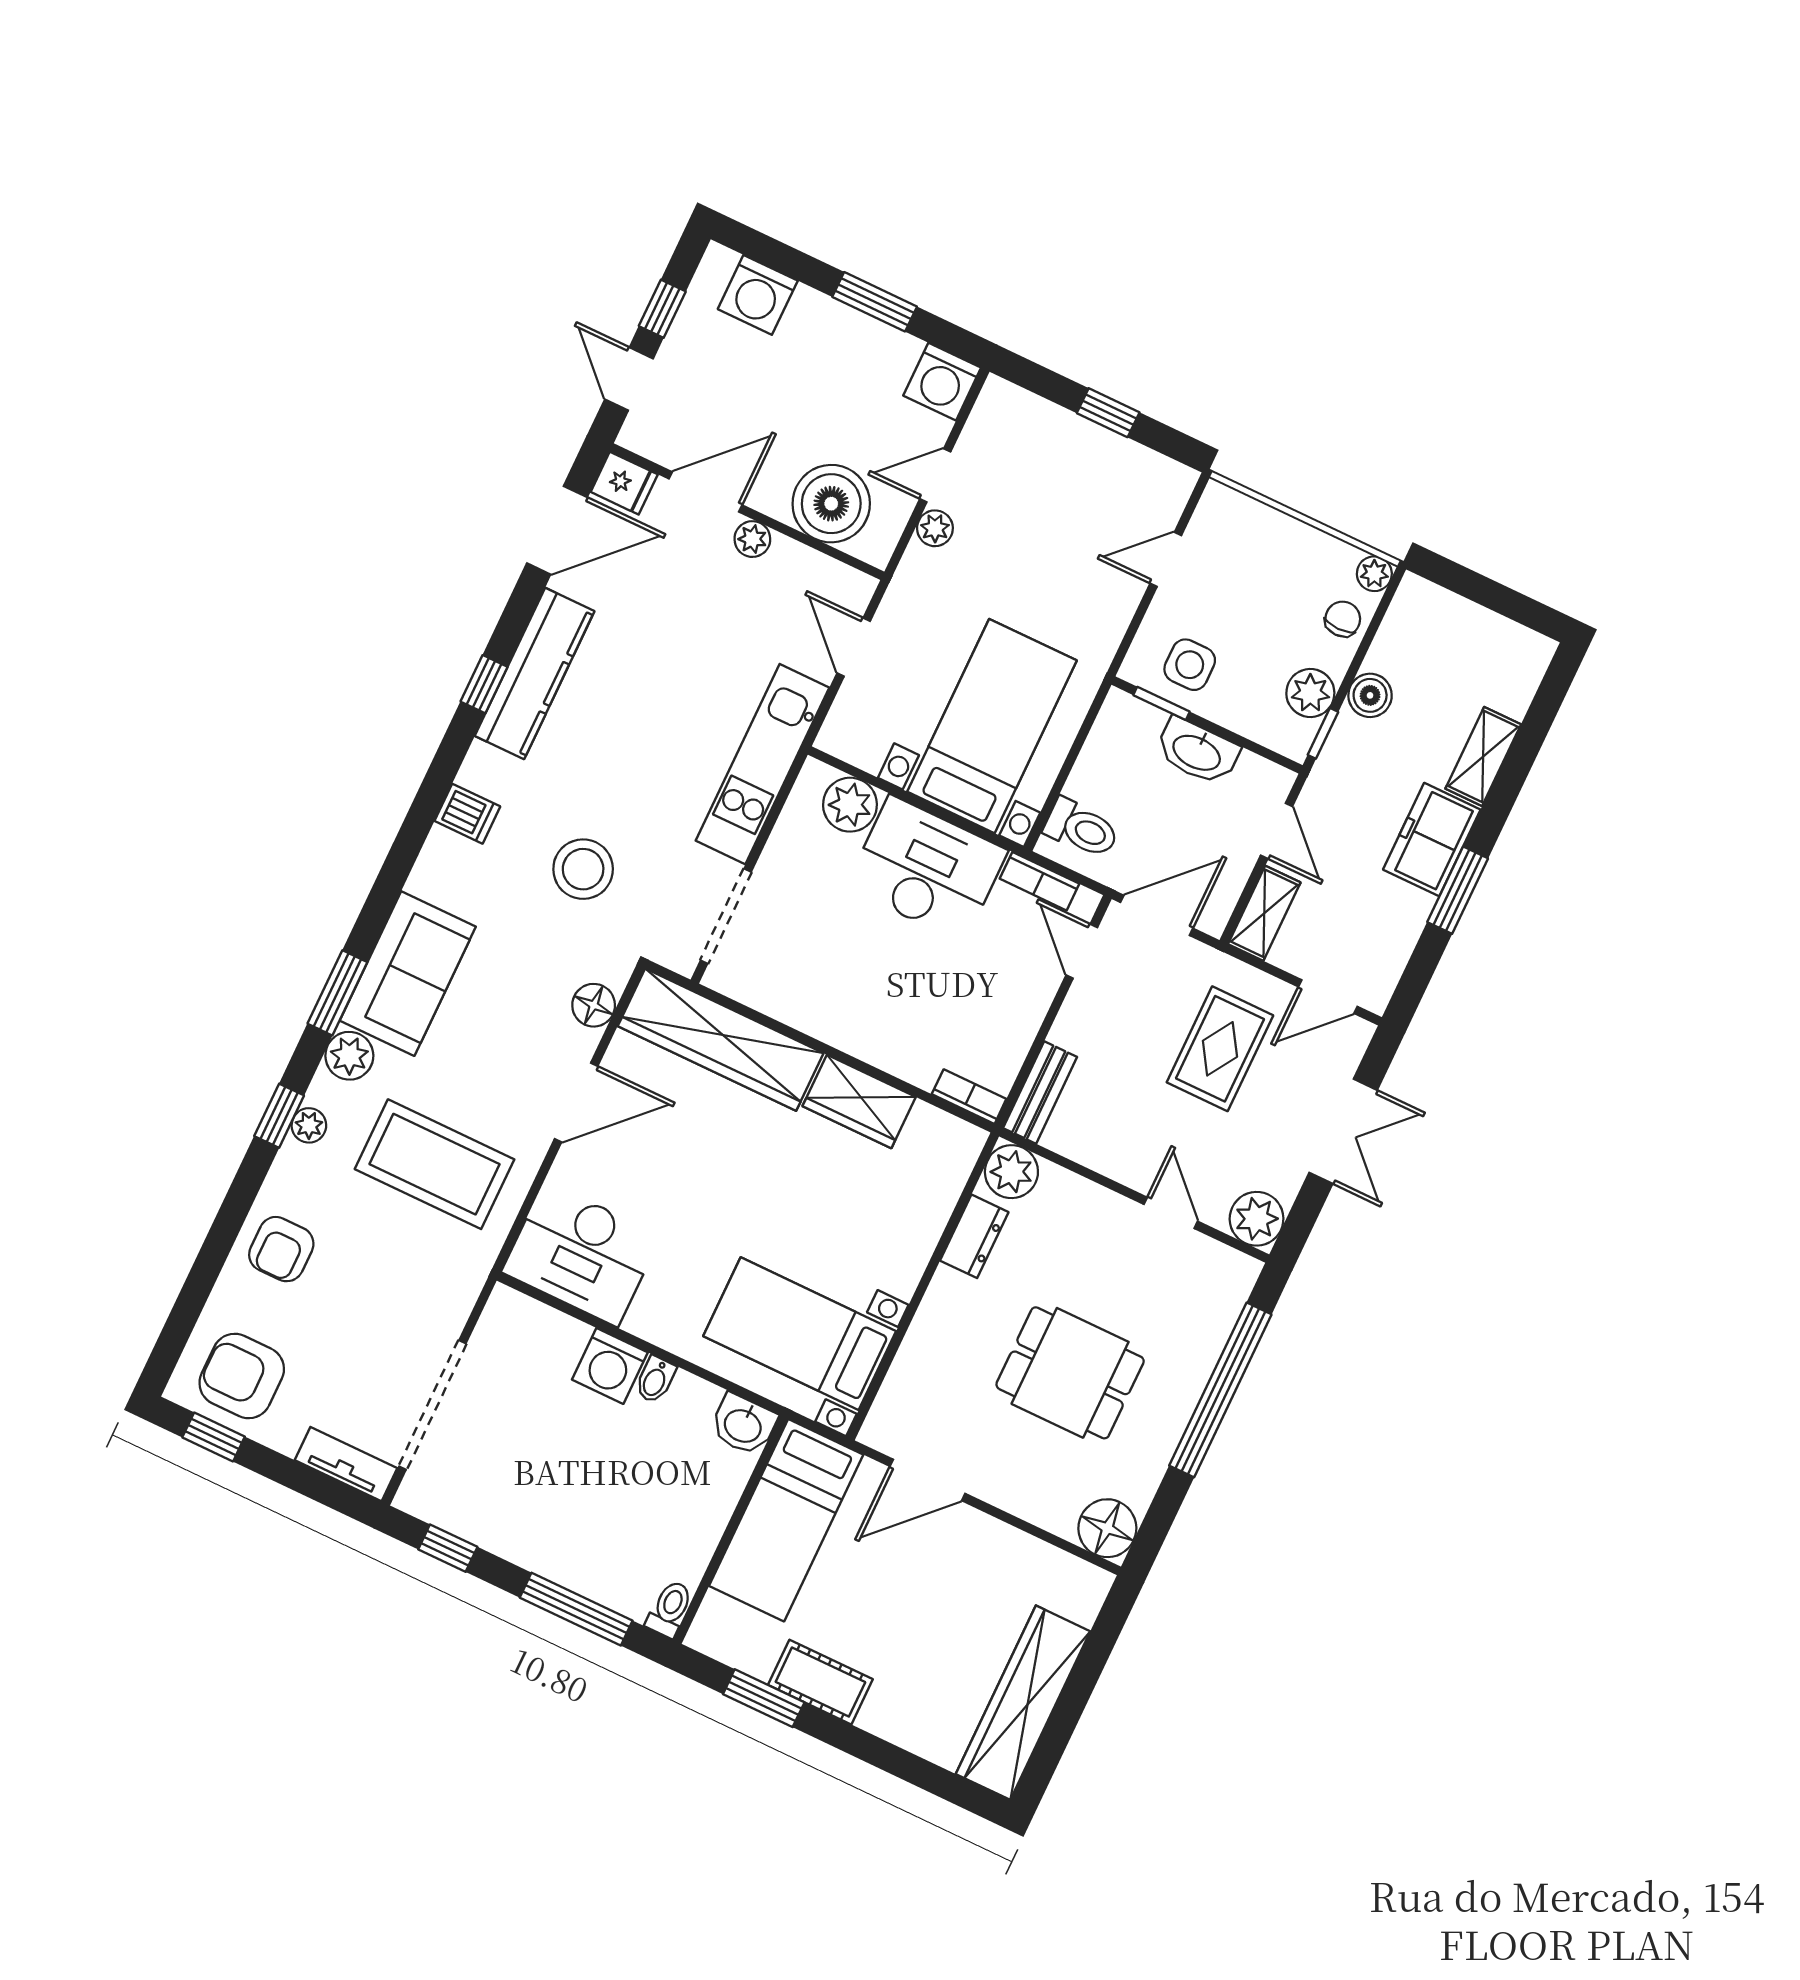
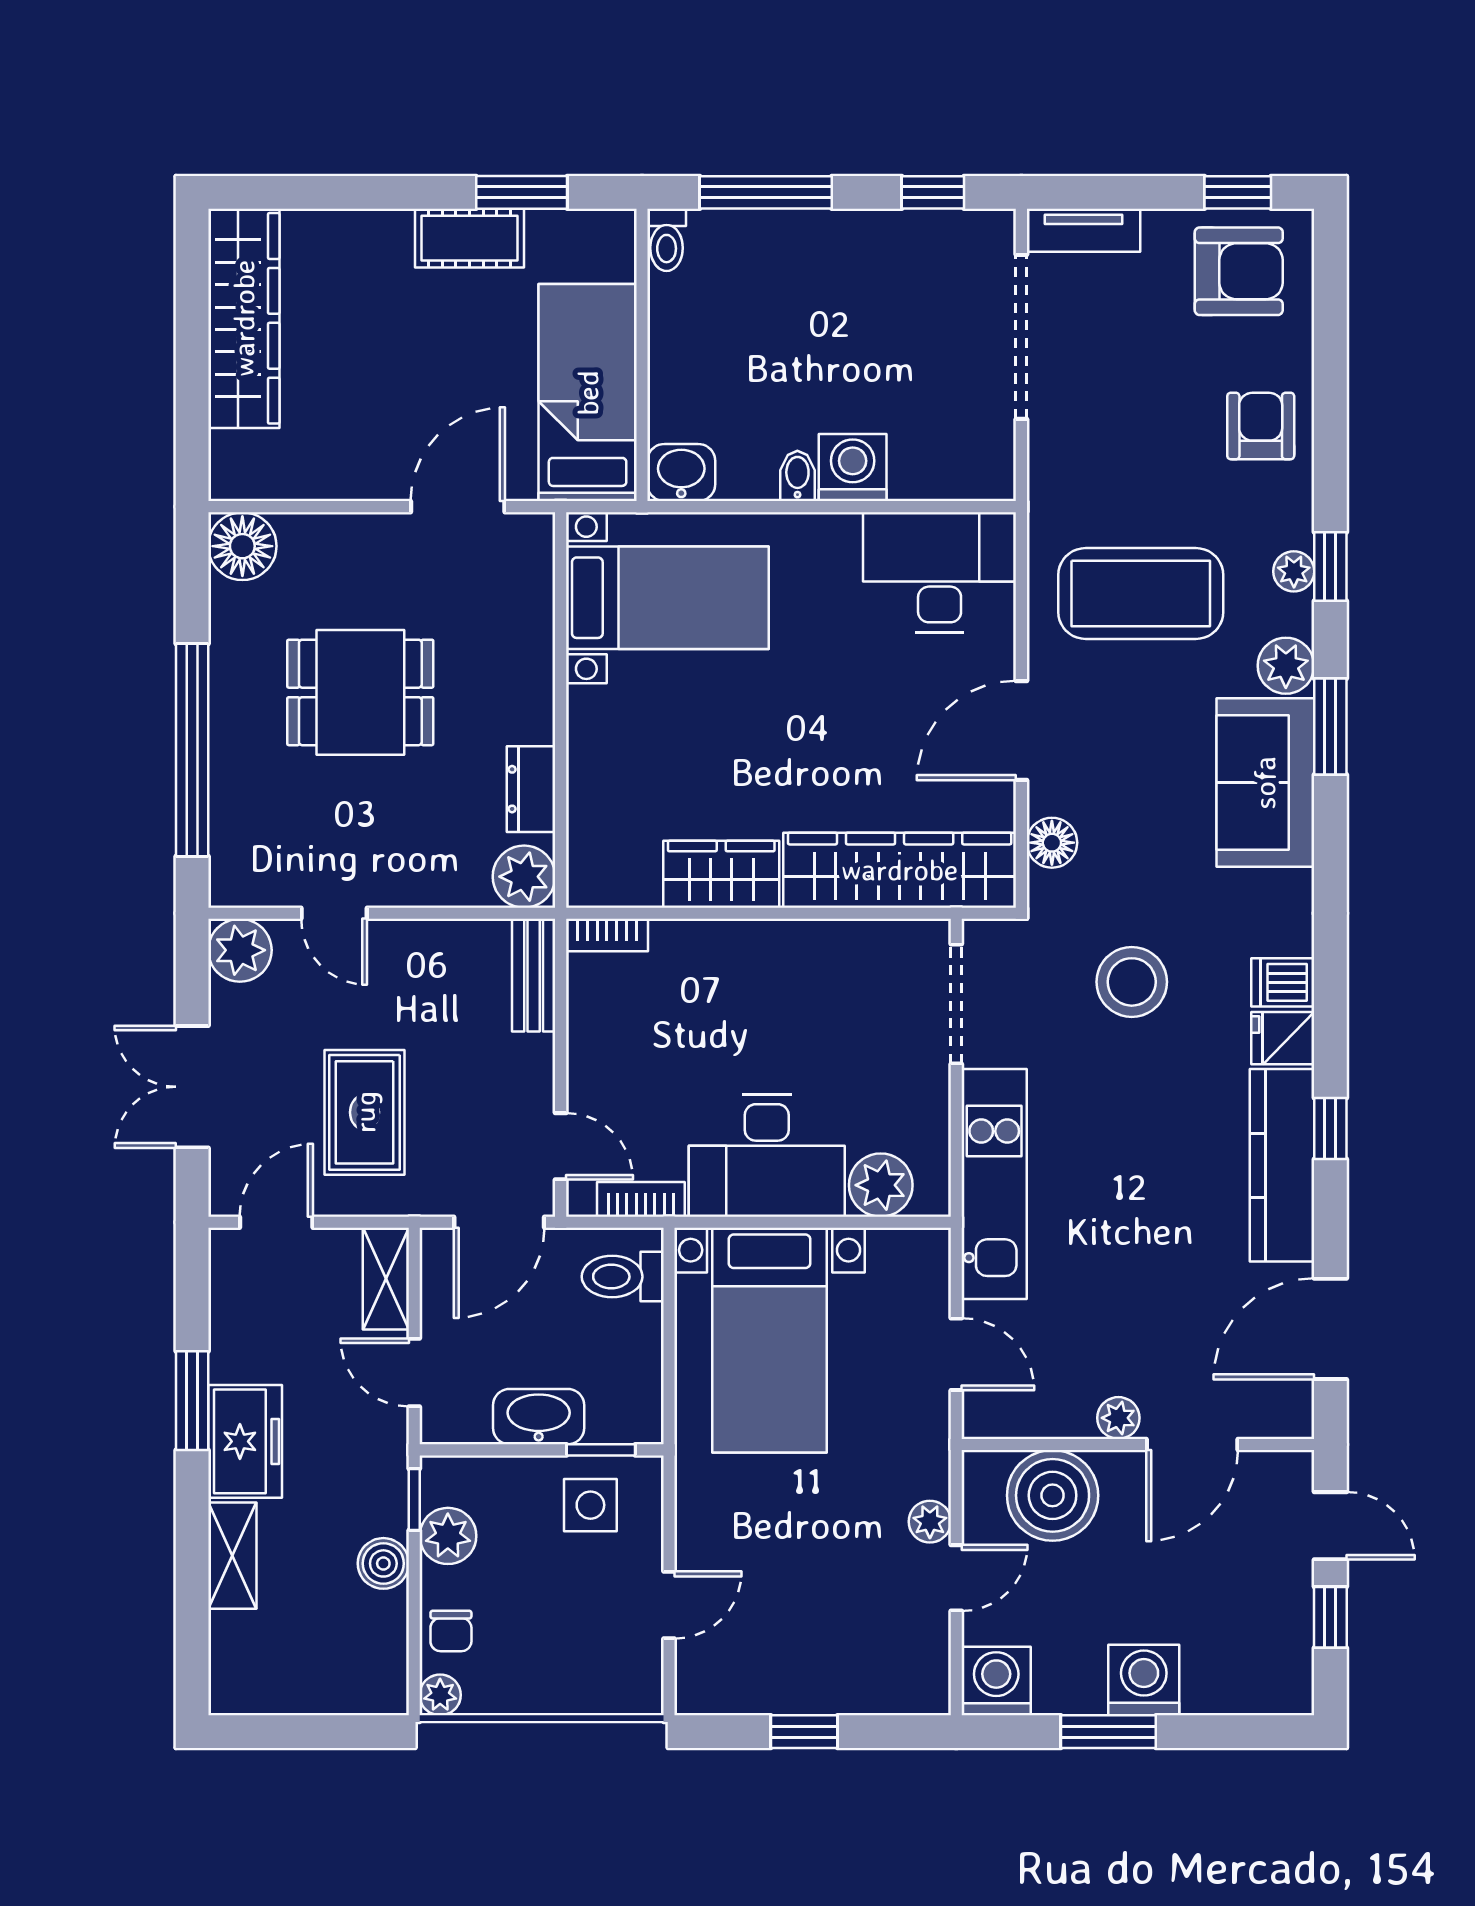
washing machine: (758, 295) -> (1144, 1680), moved
fridge: (624, 483) -> (1283, 1038), moved

